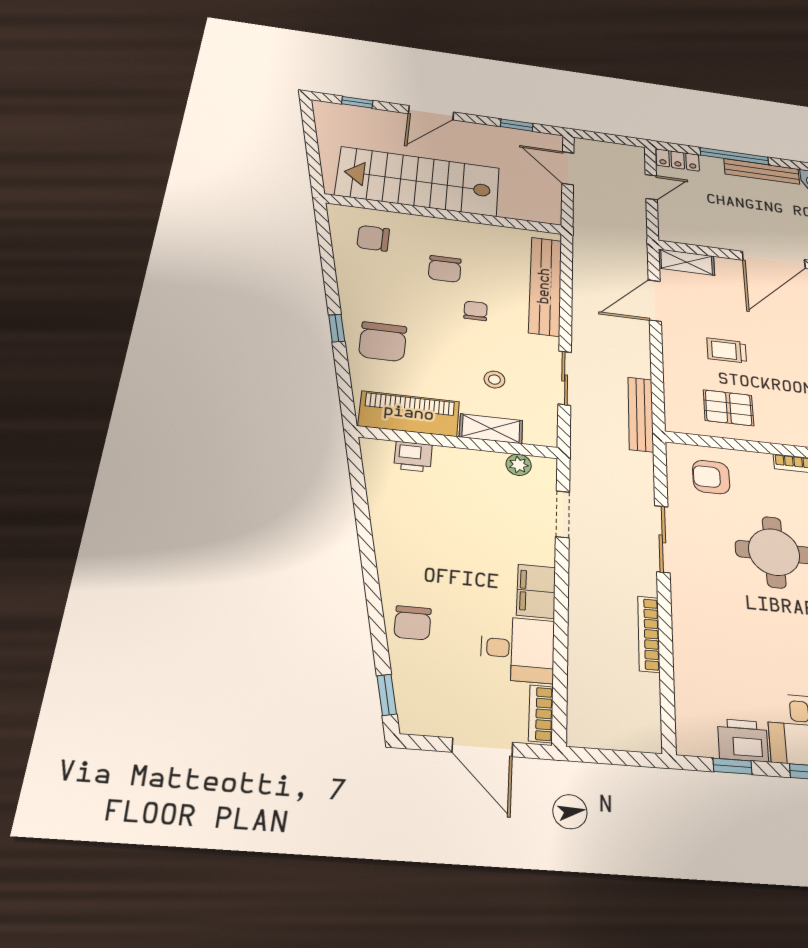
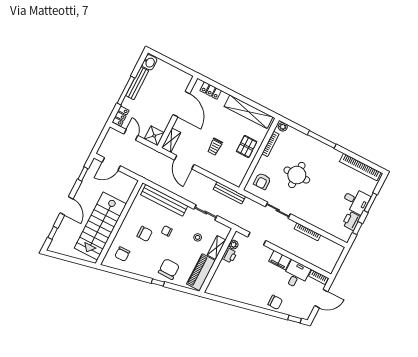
shower: (676, 229) -> (154, 136), added
chair: (383, 342) -> (169, 269), turned -90
pallet: (728, 408) -> (247, 146), moved
printer: (413, 457) -> (229, 255), moved

